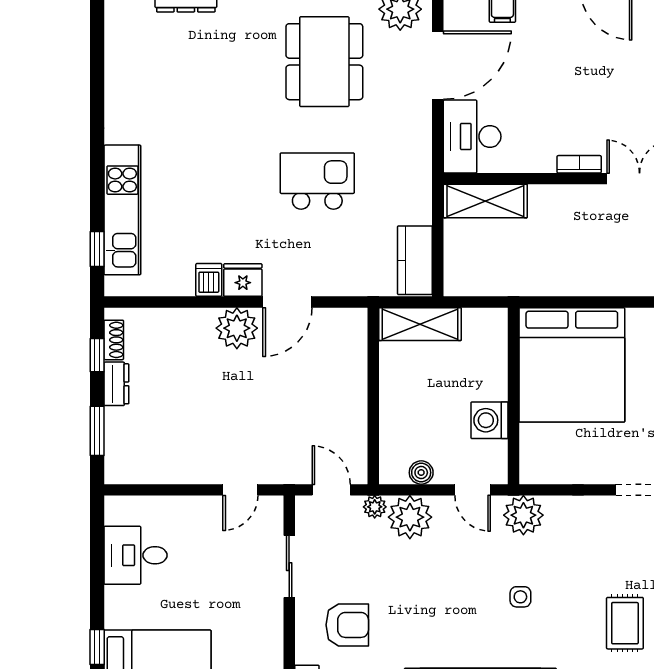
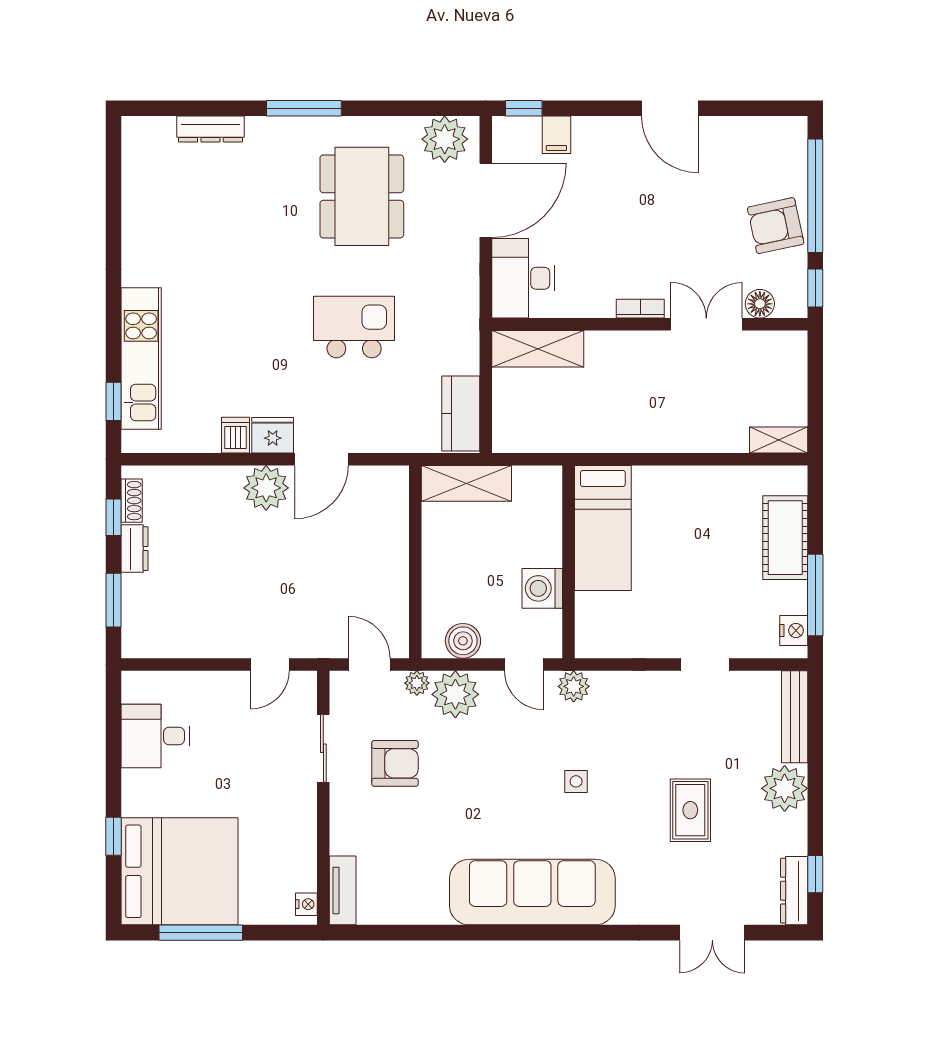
bed: (572, 365) -> (603, 528), width x0.49
boiler: (421, 473) -> (463, 641), width x1.36, depth x1.36
plant: (523, 515) -> (574, 686), width x0.73, depth x0.73
armchair: (347, 625) -> (395, 763), moved

